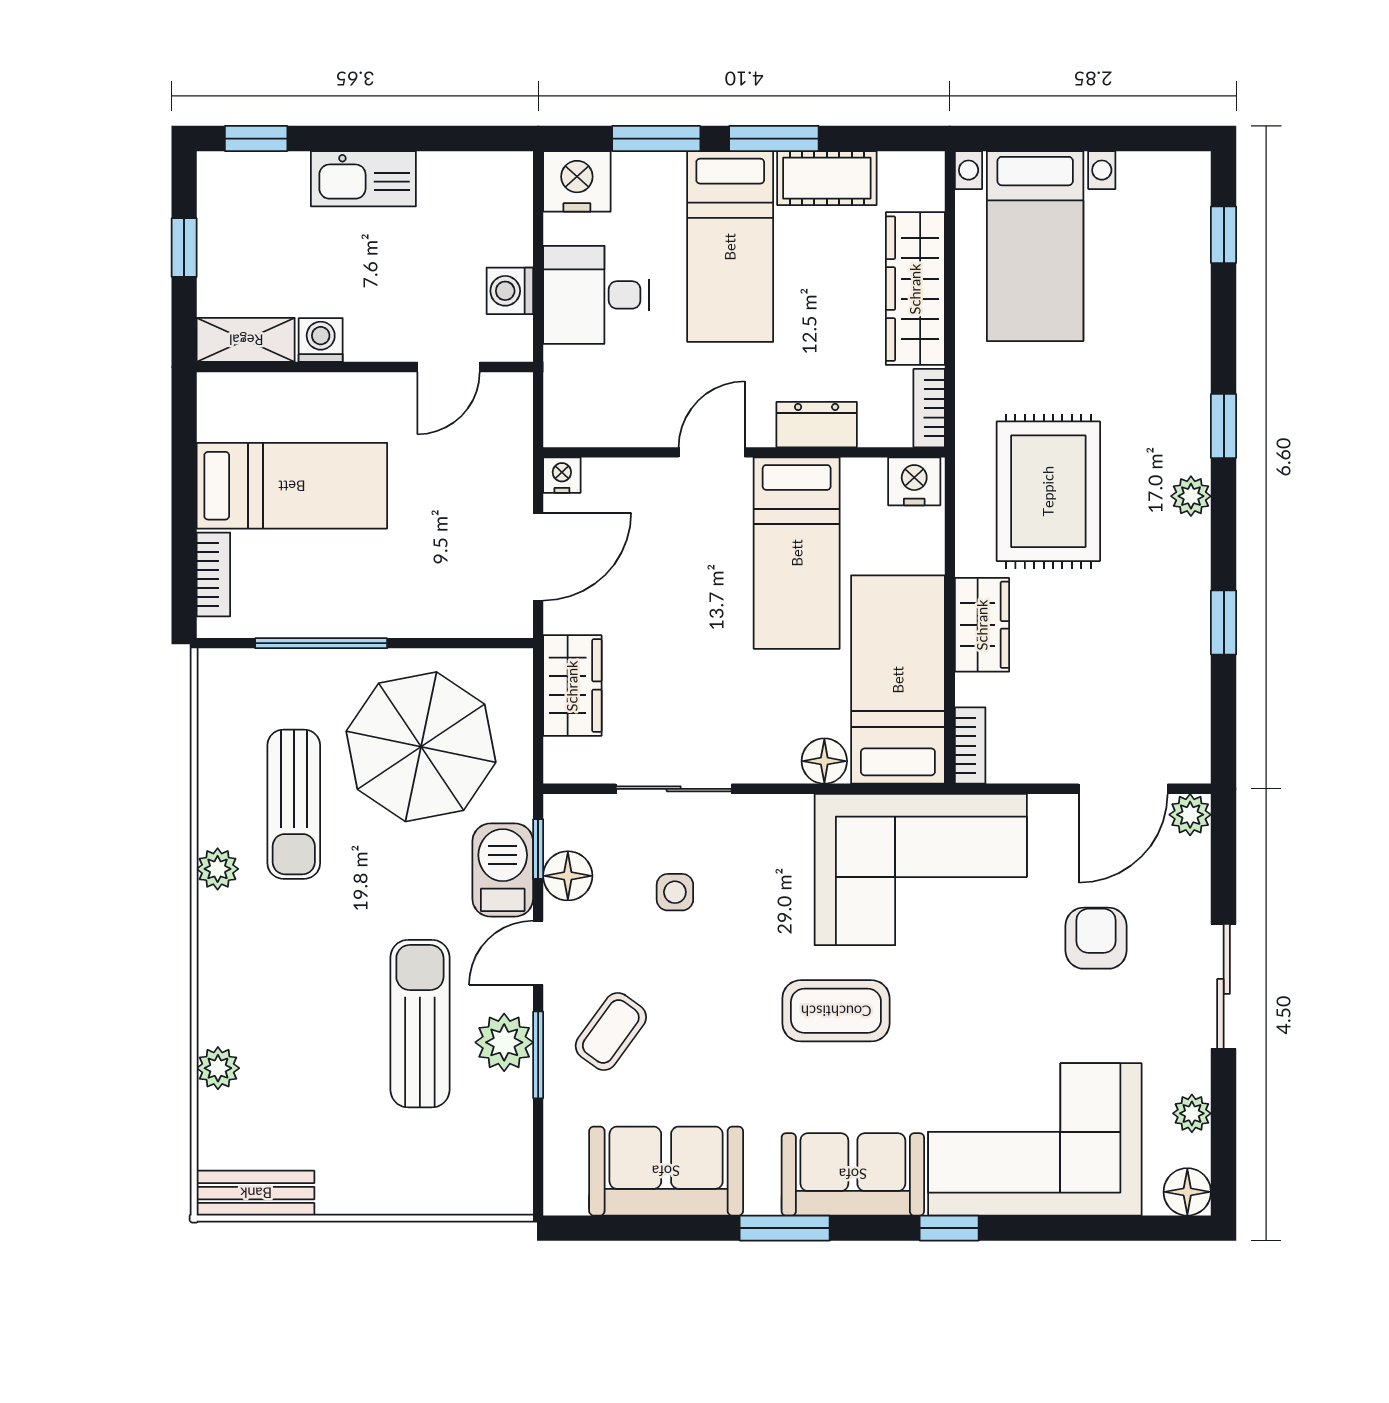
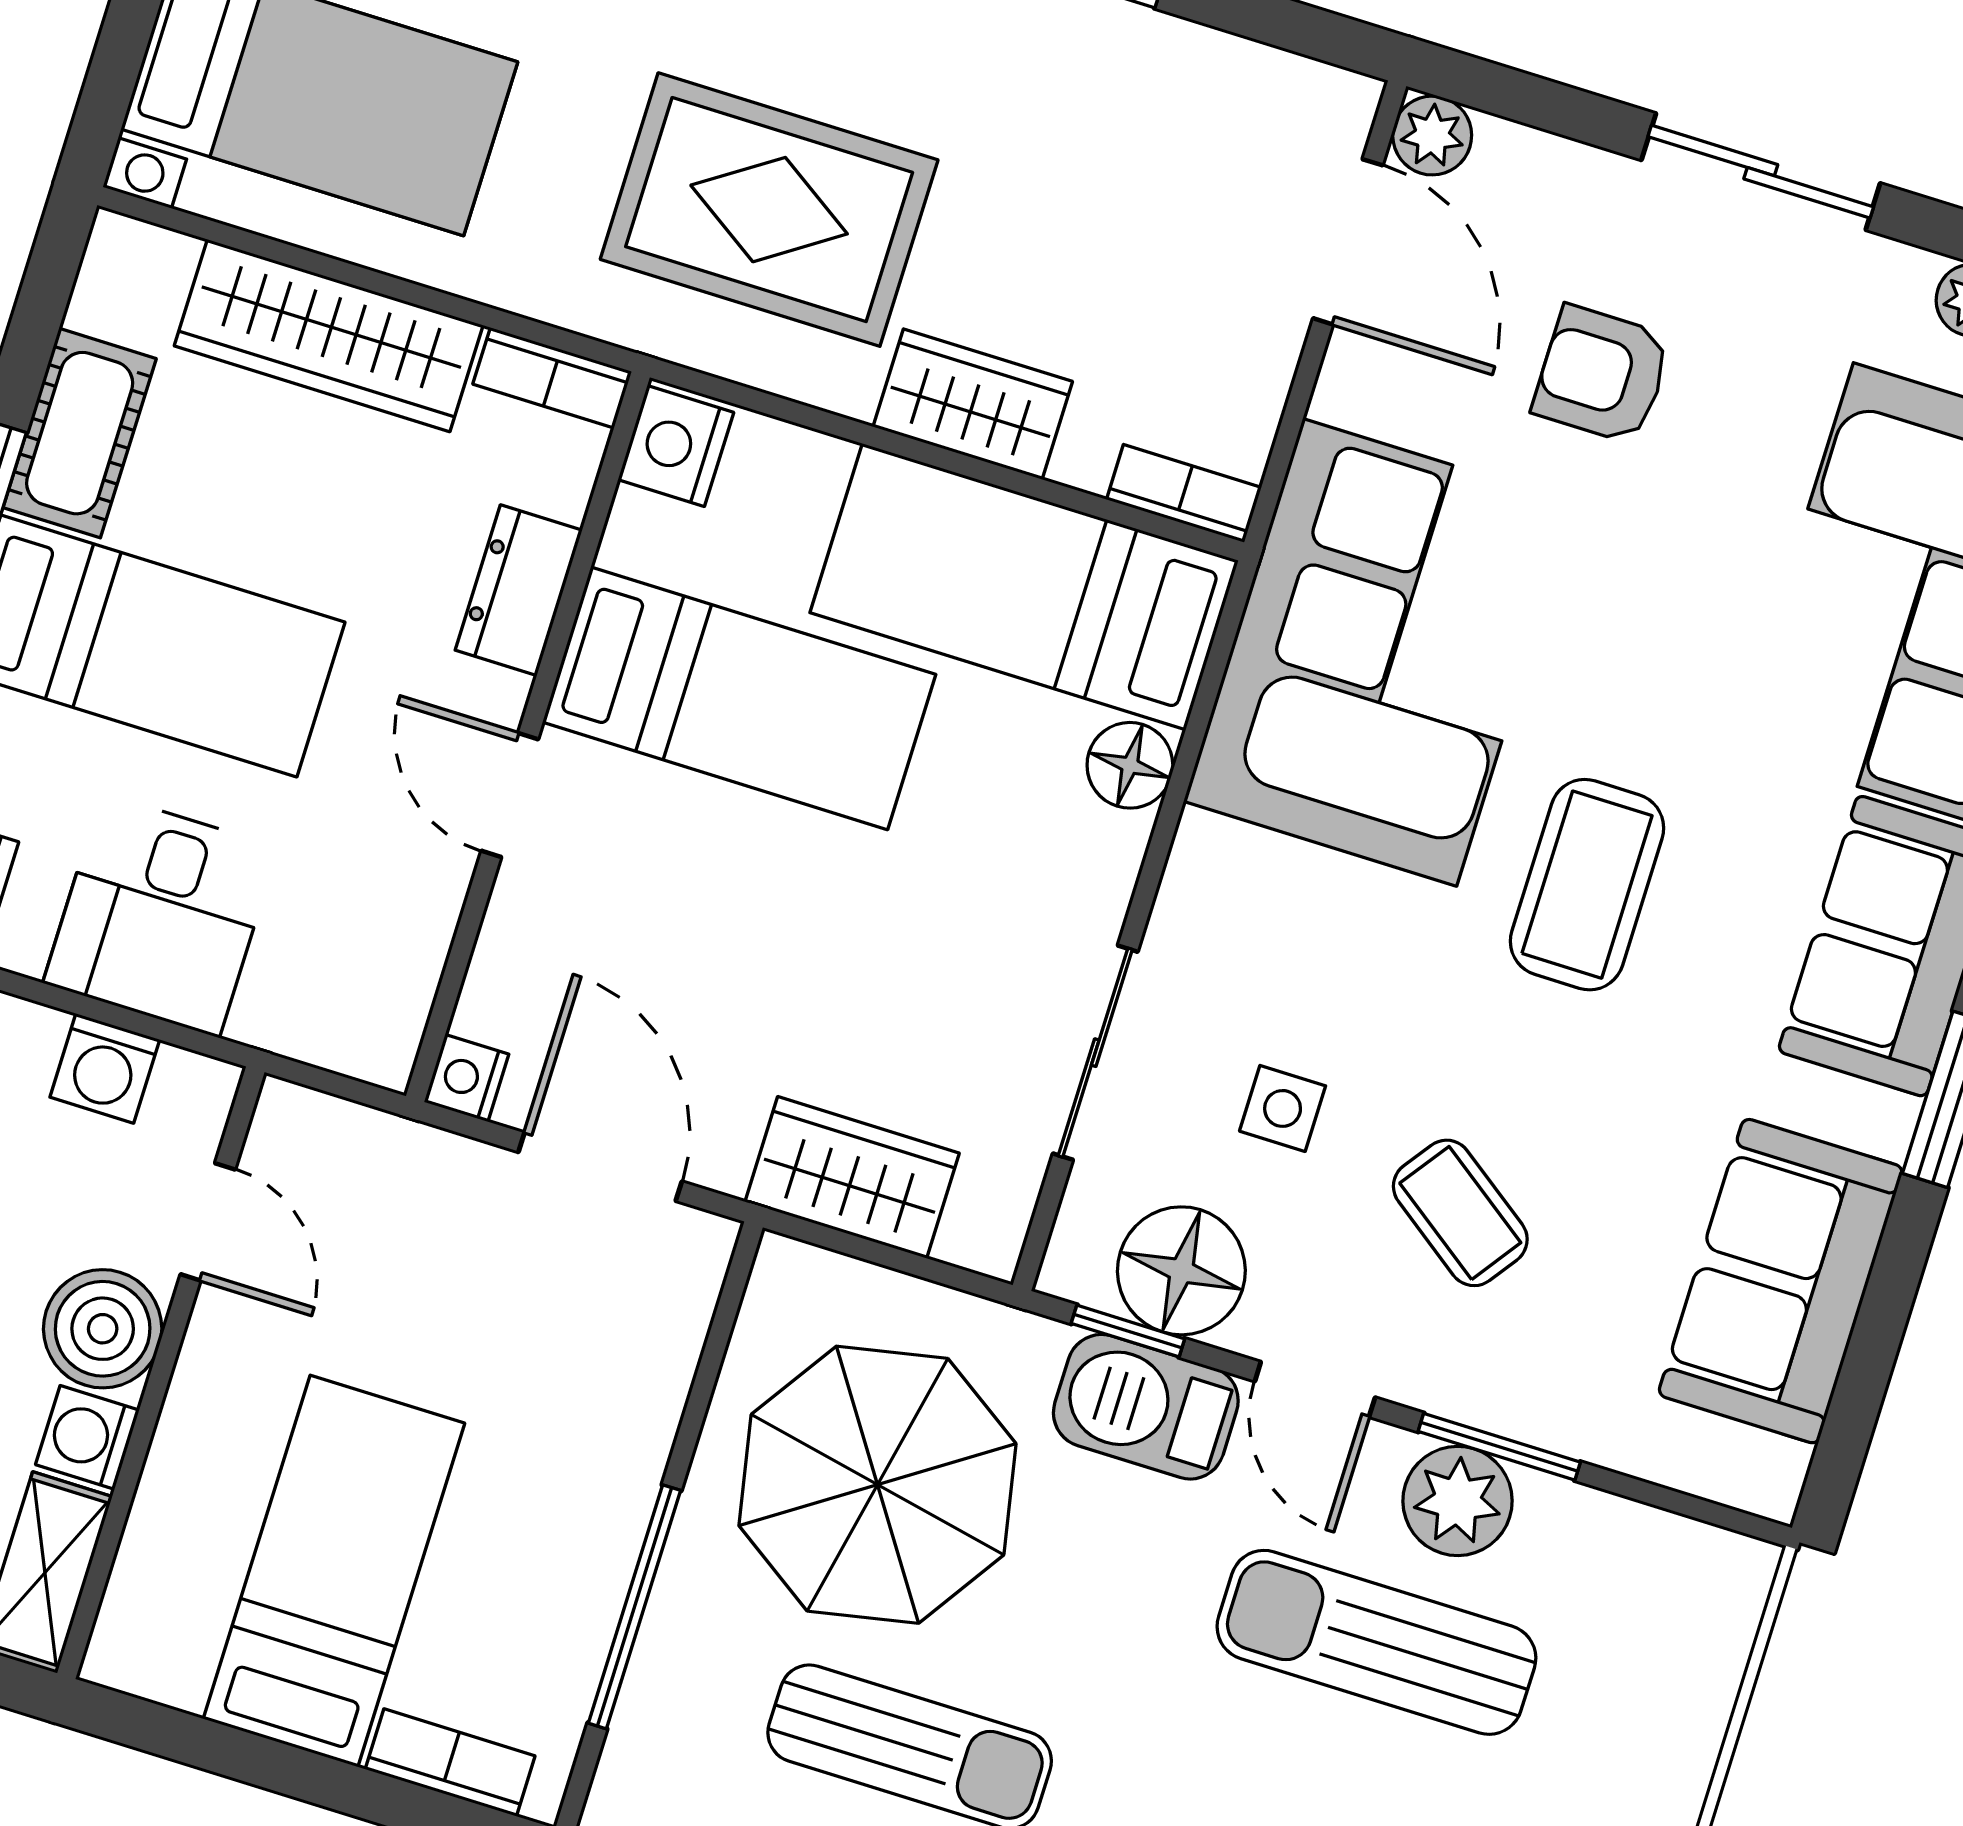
boiler: (378, 331) -> (103, 1329), added
floor lamp: (568, 876) -> (1181, 1271), width x1.38, depth x1.38
coffee table: (611, 1032) -> (1460, 1213), moved

